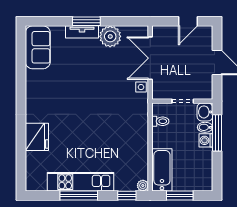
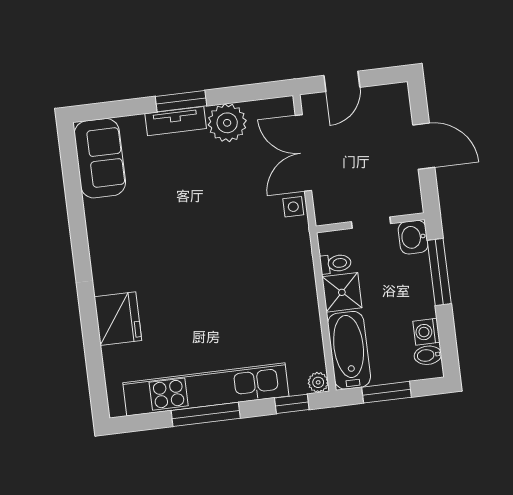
door: (188, 21) -> (342, 81), moved
bidet: (205, 127) -> (428, 355), moved
shower: (162, 138) -> (342, 292), added
washing machine: (206, 140) -> (426, 332), moved
kitchen unit: (80, 182) -> (206, 389), width x1.36

